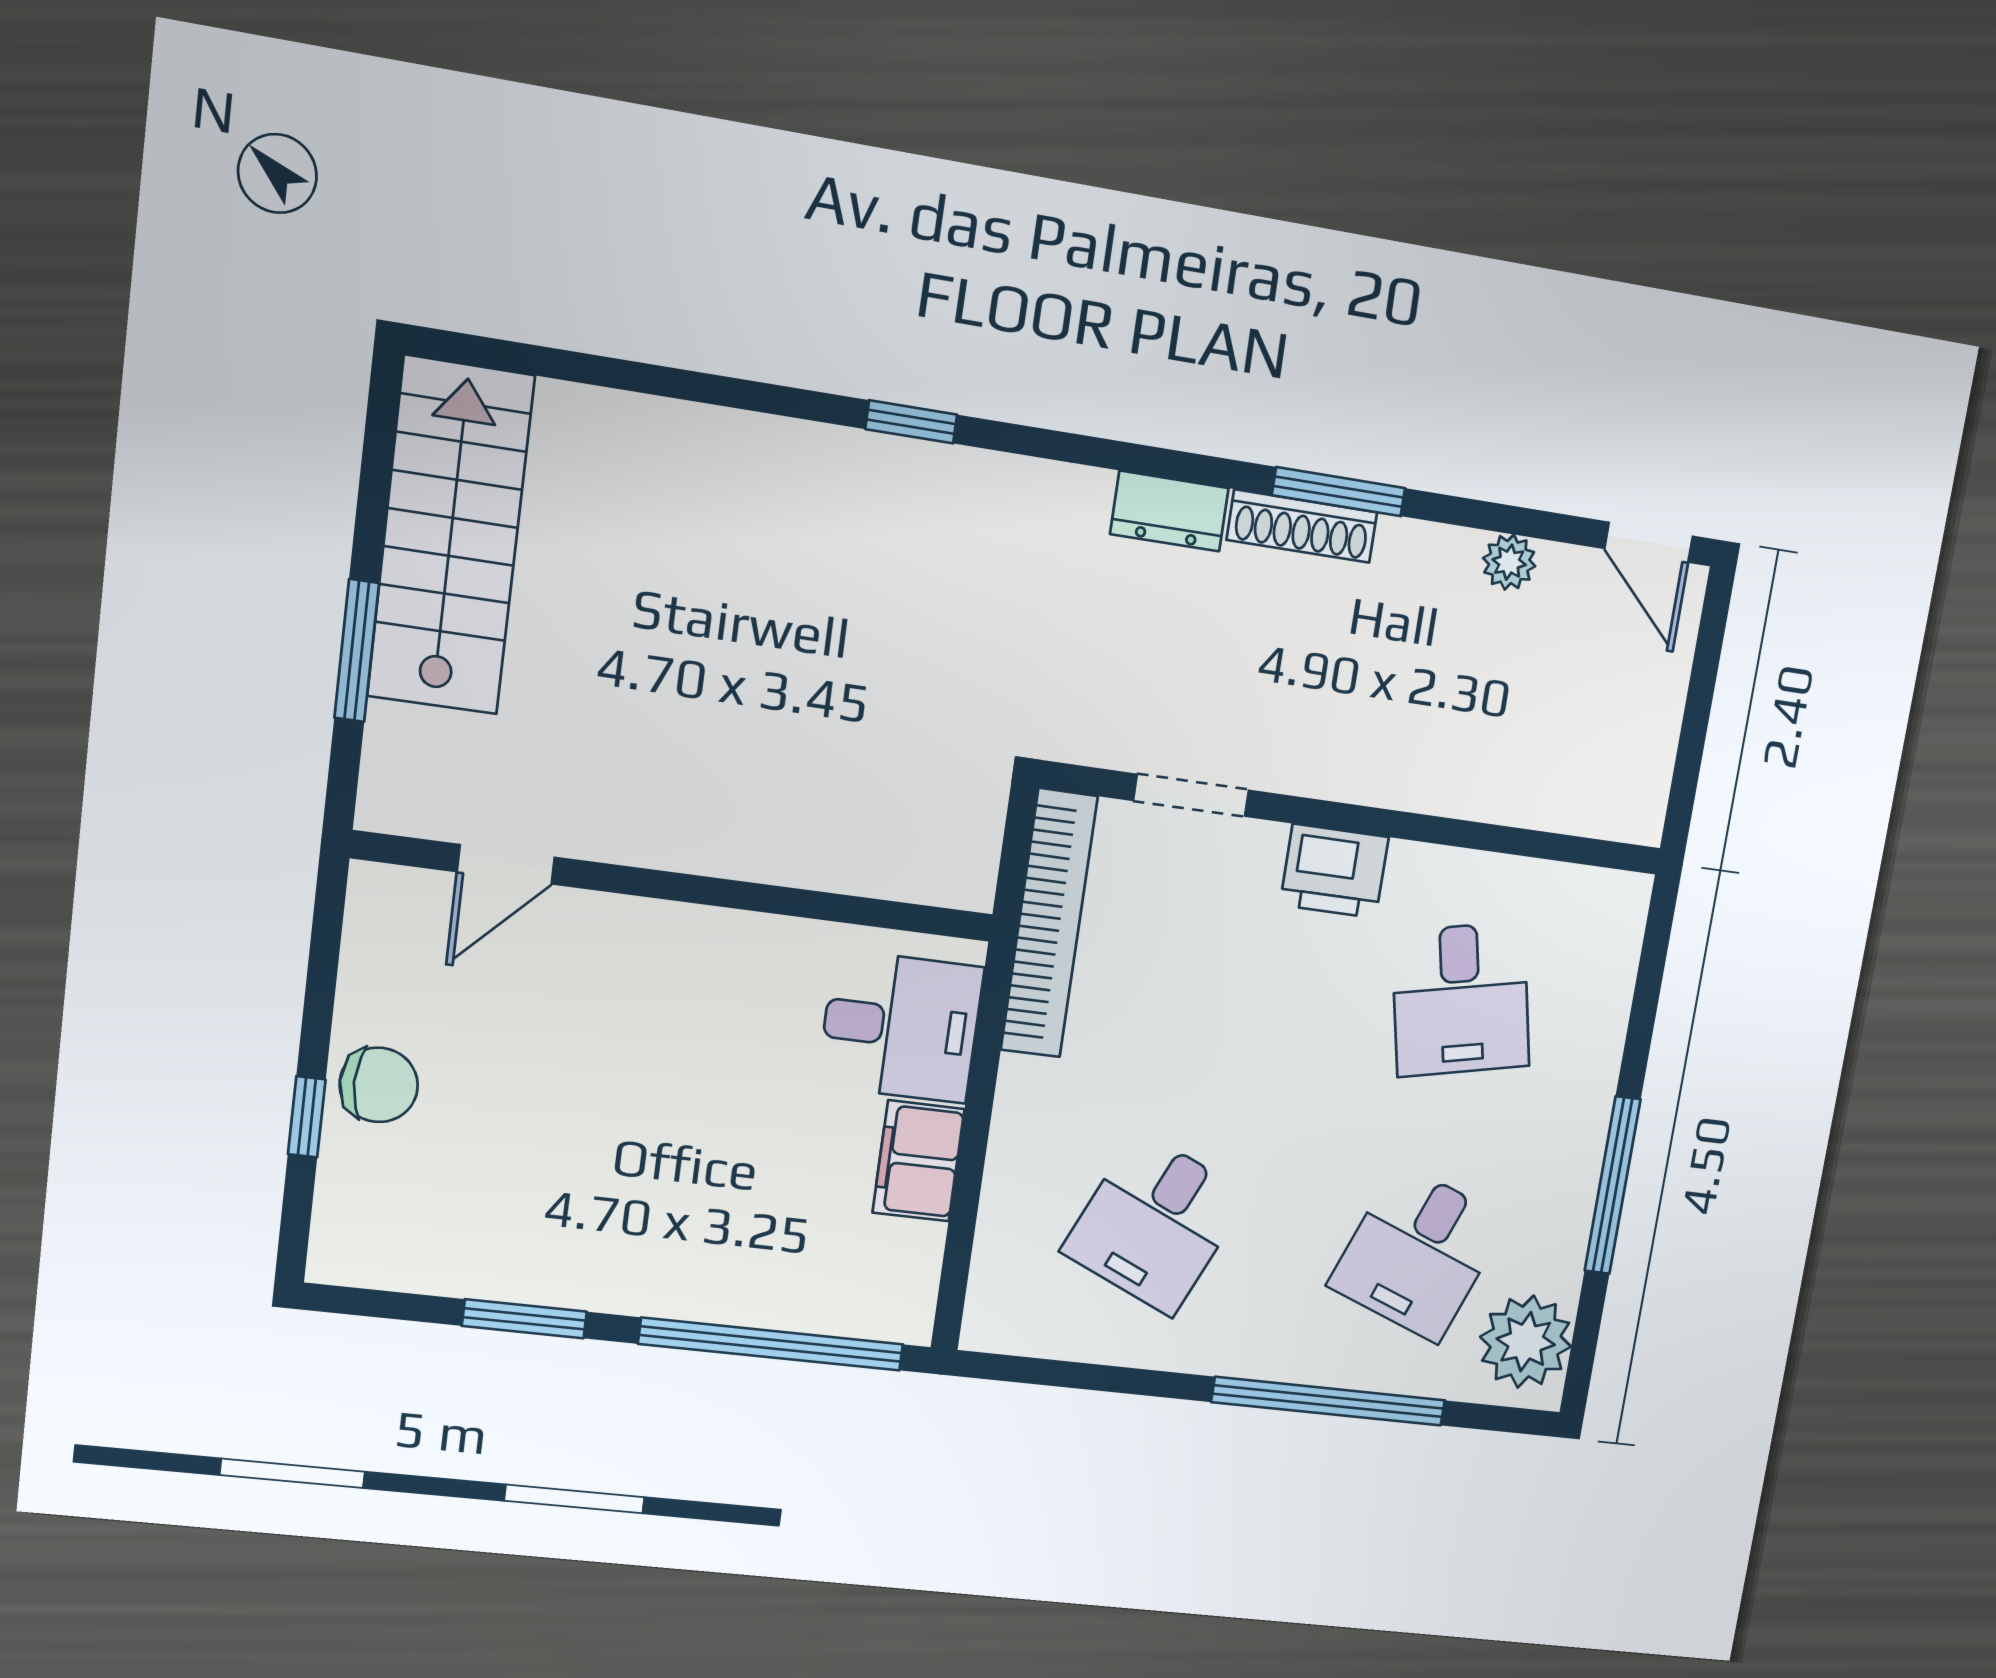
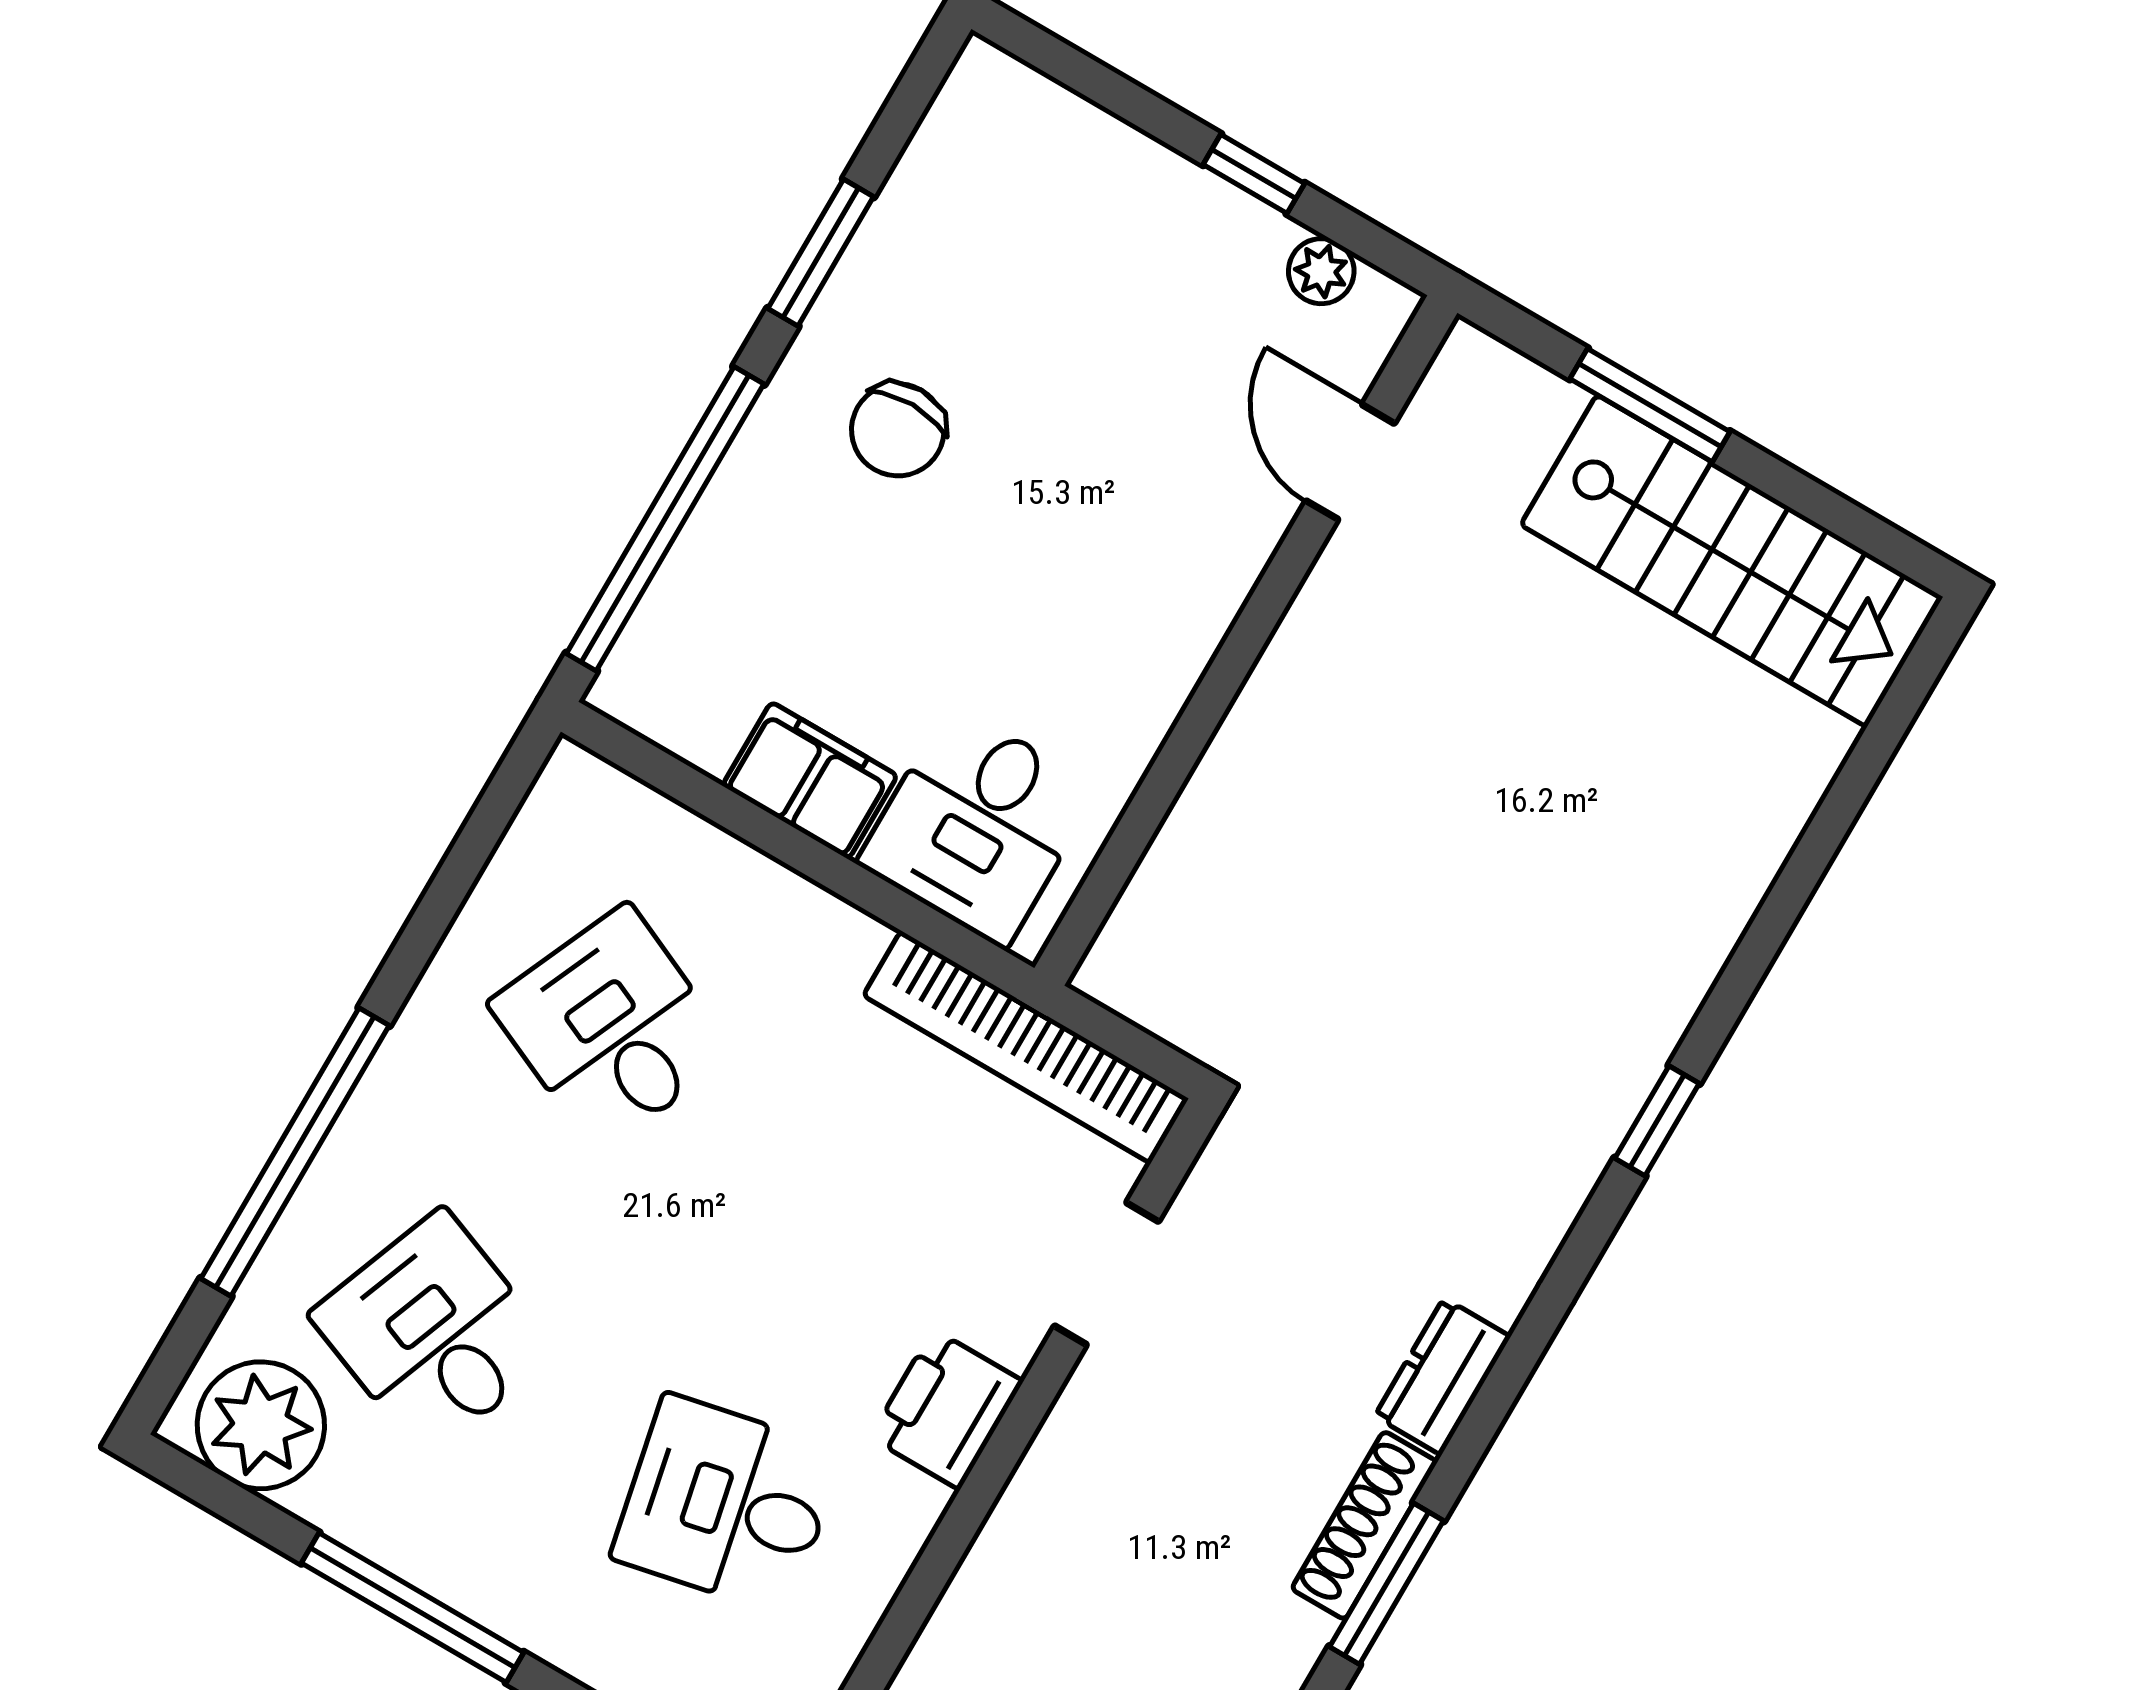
plant: (368, 947) -> (1321, 271), added
chair: (379, 1085) -> (898, 430), moved
window: (307, 1117) -> (1254, 174), moved

